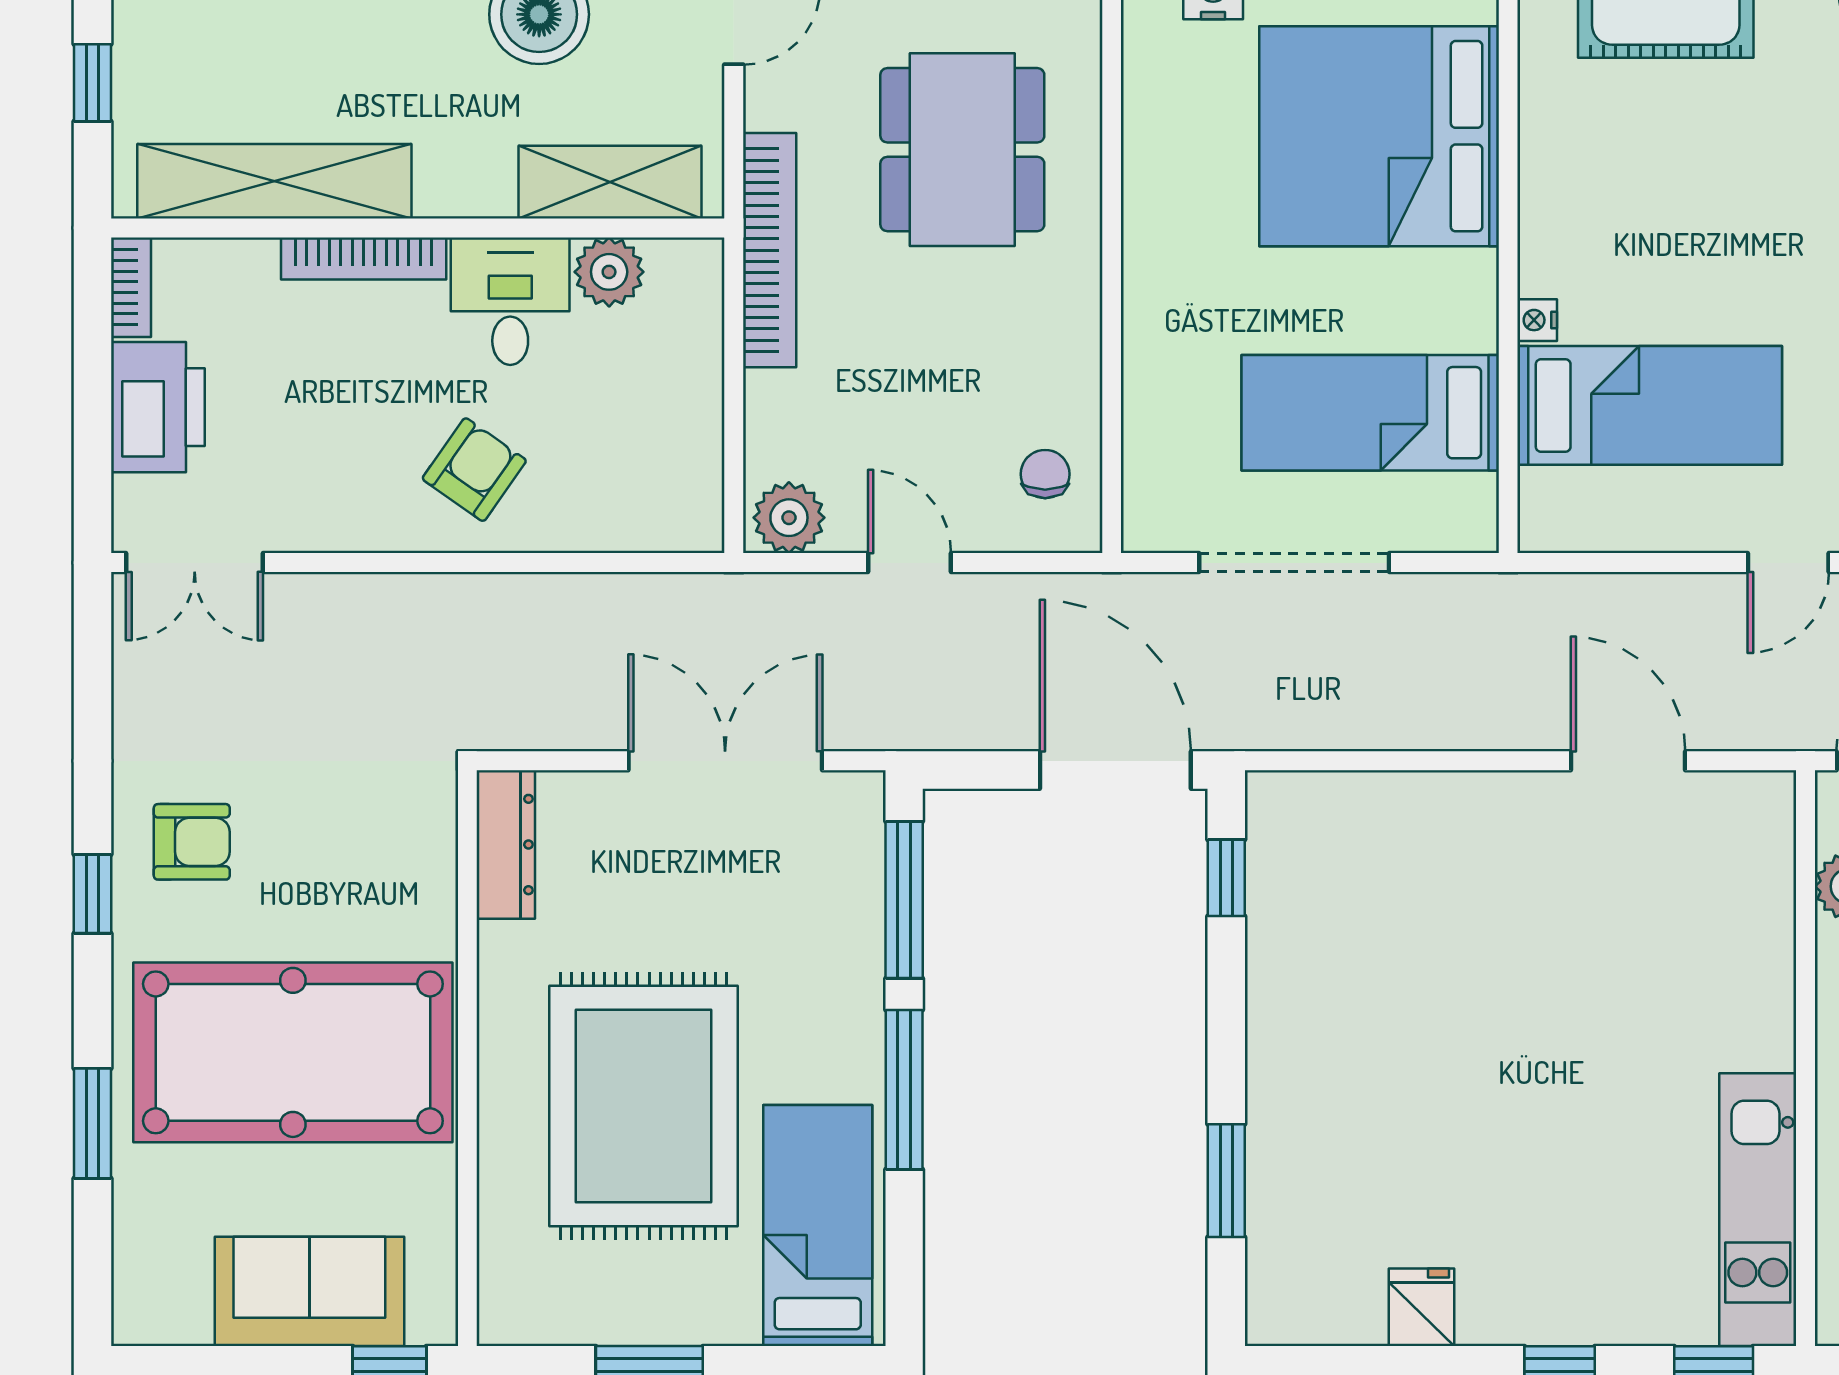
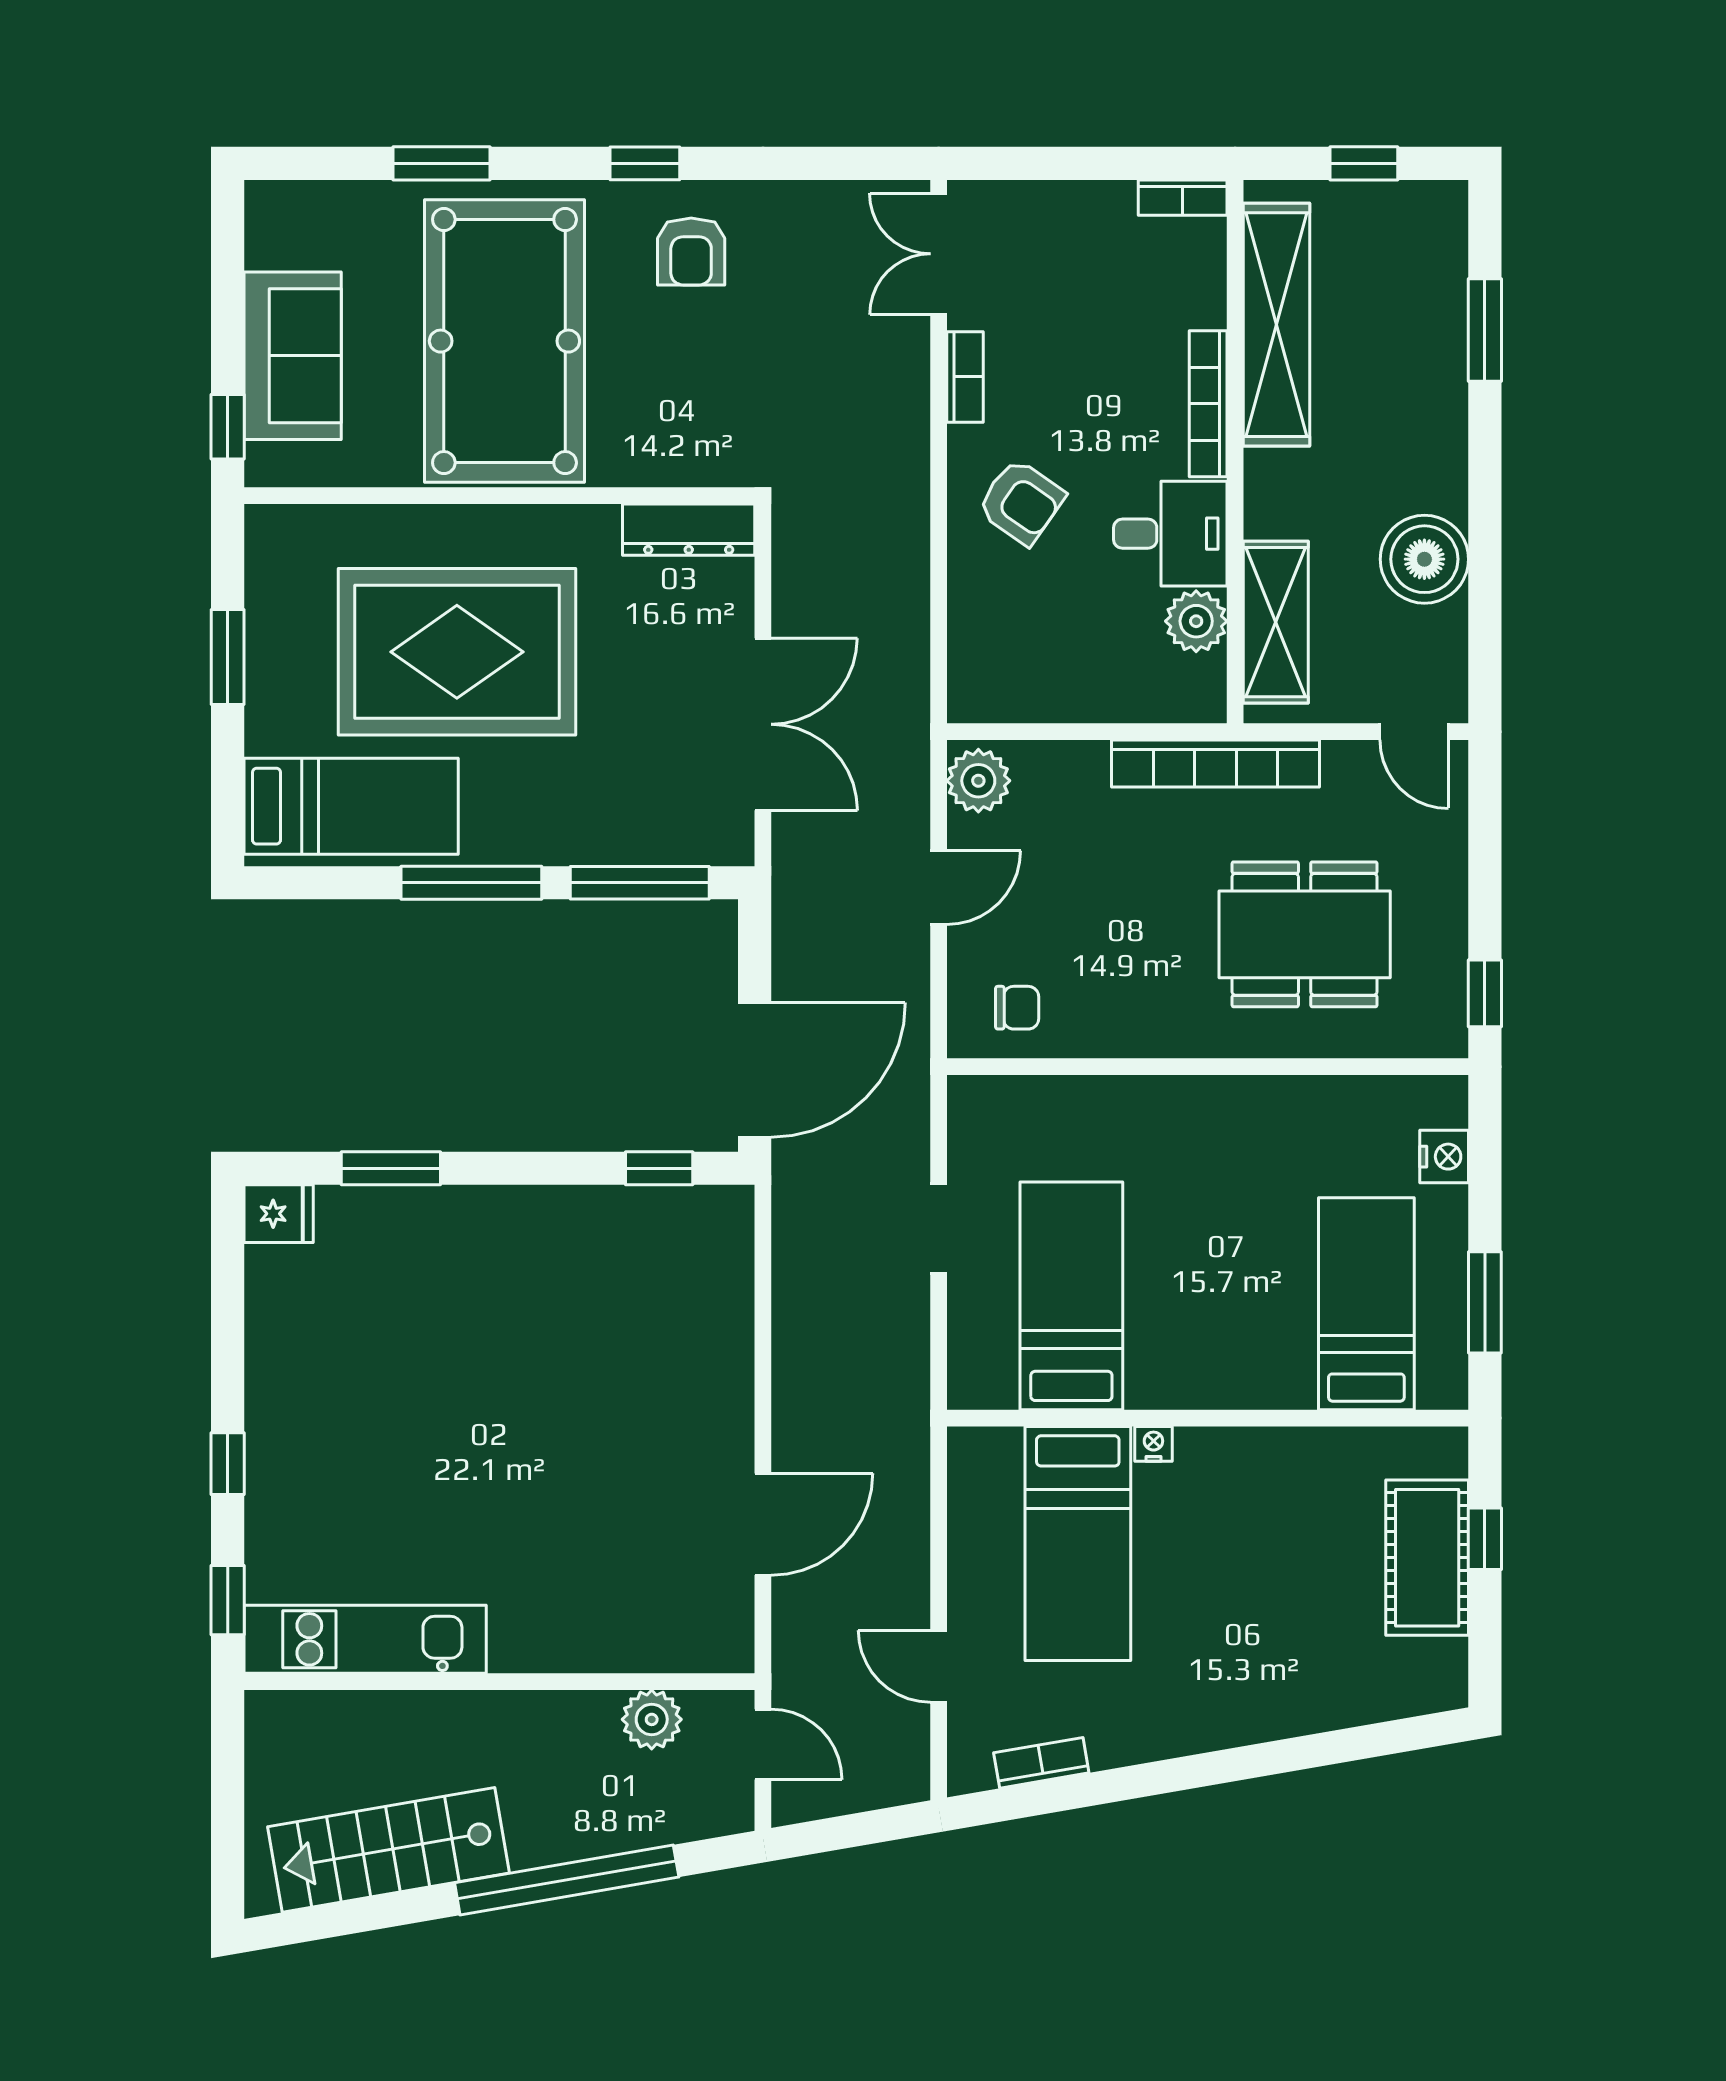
bed: (1379, 136) -> (1366, 1304), width x0.49
printer: (158, 407) -> (1076, 221), removed
bookcase: (333, 533) -> (965, 377), added
doorway: (1294, 563) -> (939, 1228), width x0.53
fridge: (1422, 1307) -> (279, 1214), moved

